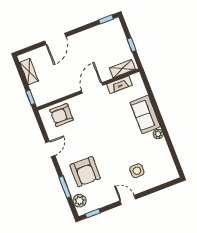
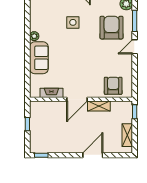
shelving: (122, 69) -> (99, 106), moved
armchair: (62, 115) -> (113, 86), turned -90
door: (50, 149) -> (135, 47), moved
side table: (137, 171) -> (73, 22), moved

